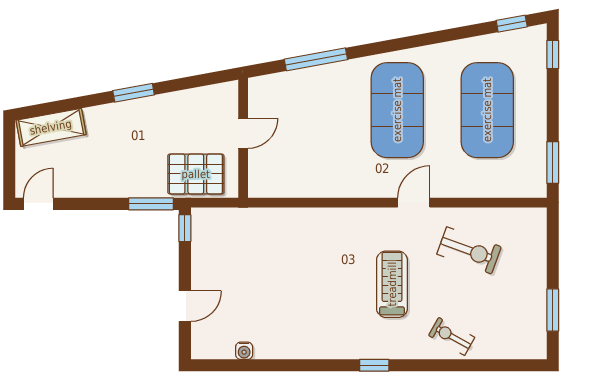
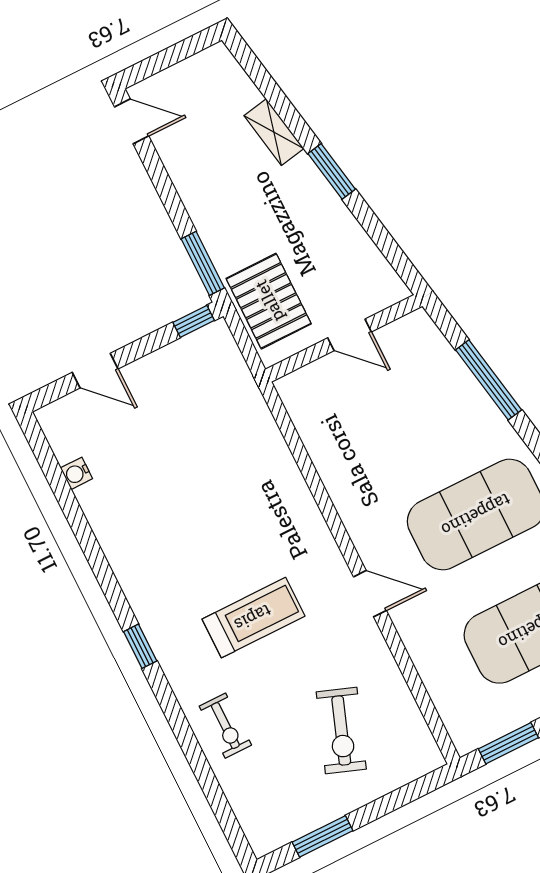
shelving: (51, 127) -> (274, 132), moved, width x0.67, depth x0.75
exercise bike: (469, 250) -> (341, 730), moved
exercise bike: (452, 336) -> (225, 726), turned 151

